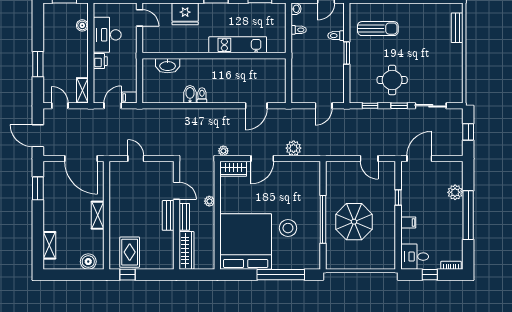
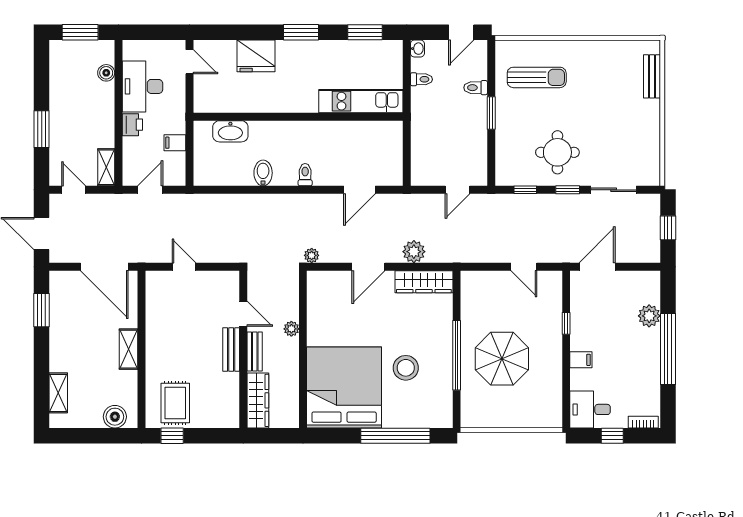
kitchen unit: (238, 45) -> (361, 101), moved
toilet: (202, 95) -> (305, 175), moved
filing cabinet: (129, 98) -> (175, 143), moved
wardrobe: (233, 169) -> (424, 282), moved, width x1.50

